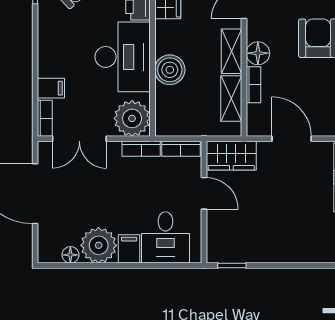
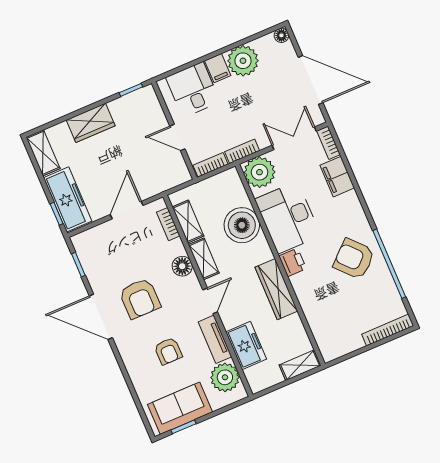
boiler: (170, 70) -> (242, 225), width x1.37, depth x1.37
bookcase: (254, 85) -> (168, 224), moved
filing cabinet: (51, 88) -> (337, 177), width x2.00
door: (292, 139) -> (127, 210), swing flipped
wardrobe: (231, 156) -> (91, 123), moved, turned 180
floor lamp: (70, 255) -> (281, 35), moved

